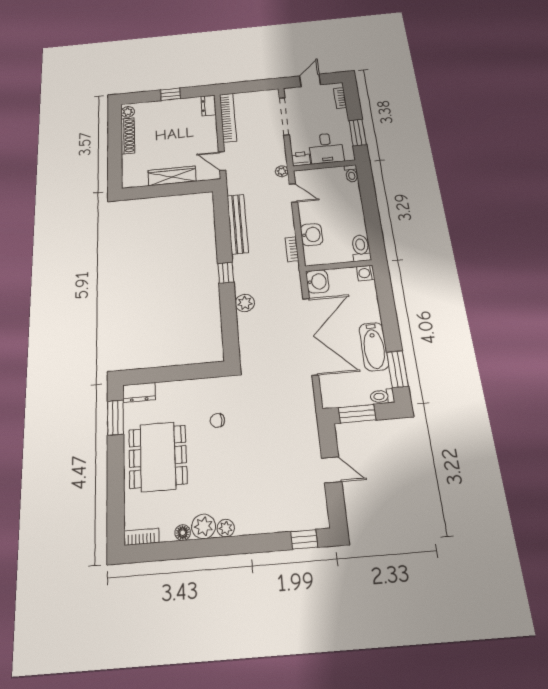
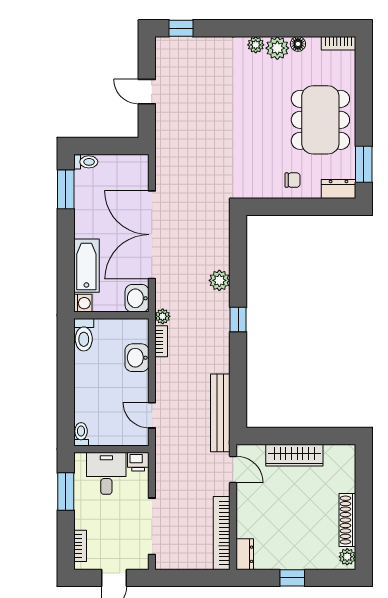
plant: (282, 171) -> (163, 316), moved
bench: (238, 224) -> (220, 413), moved
bathtub: (374, 347) -> (86, 266), moved
window: (357, 414) -> (114, 146), removed
chair: (217, 420) -> (293, 180), moved

